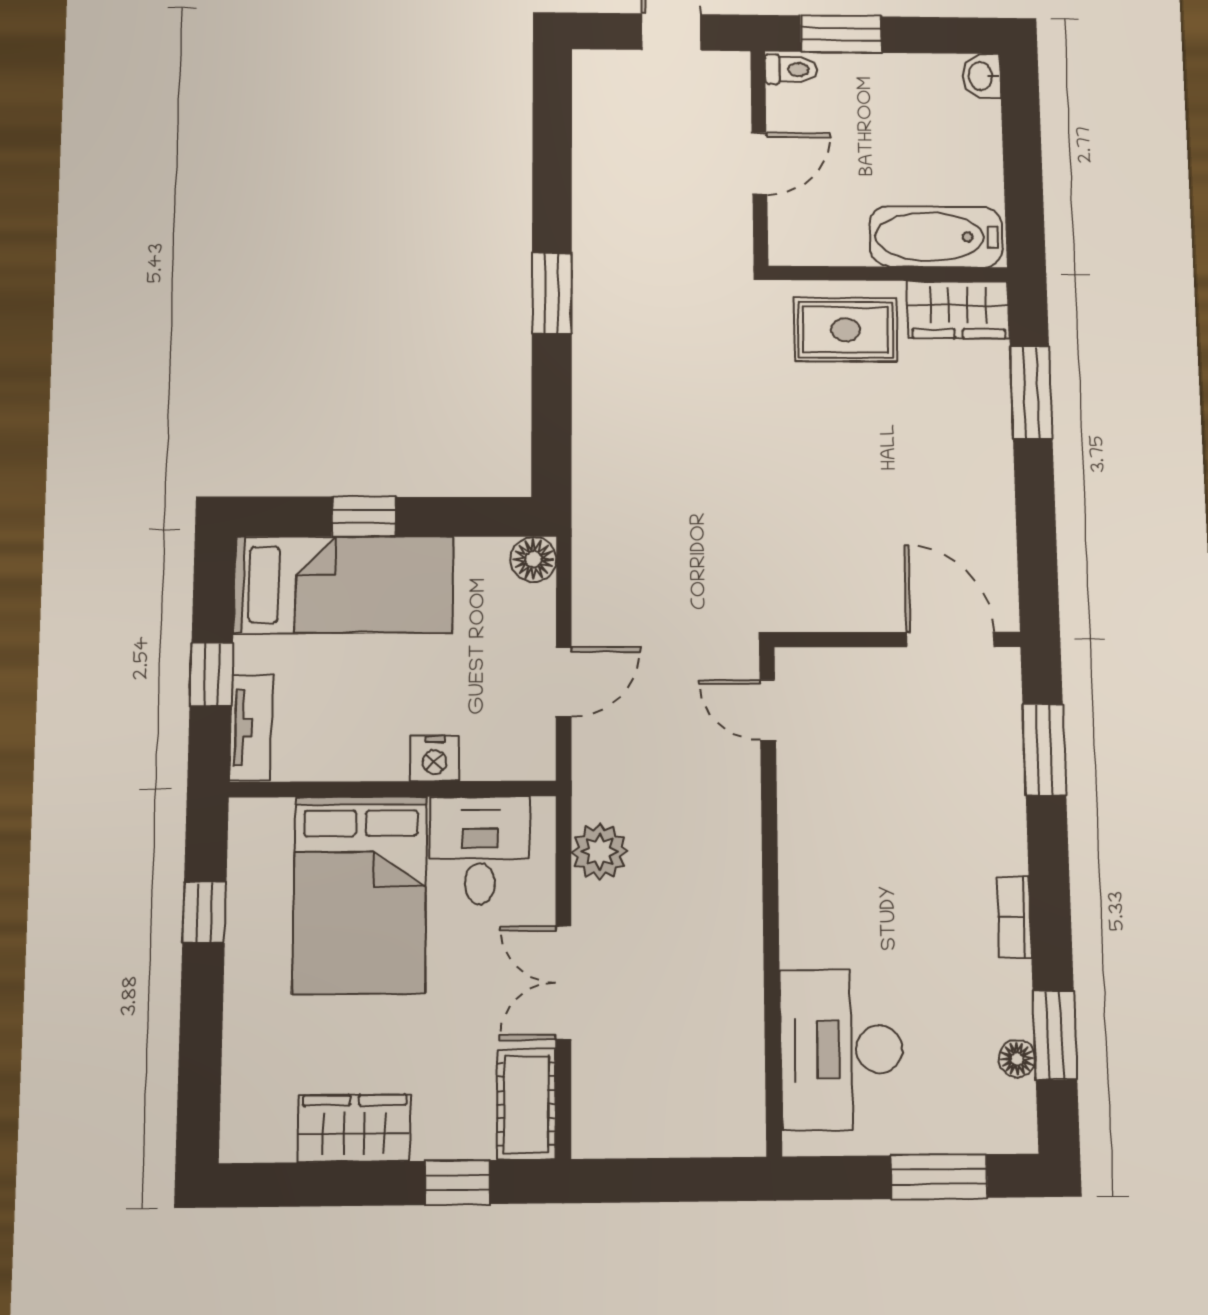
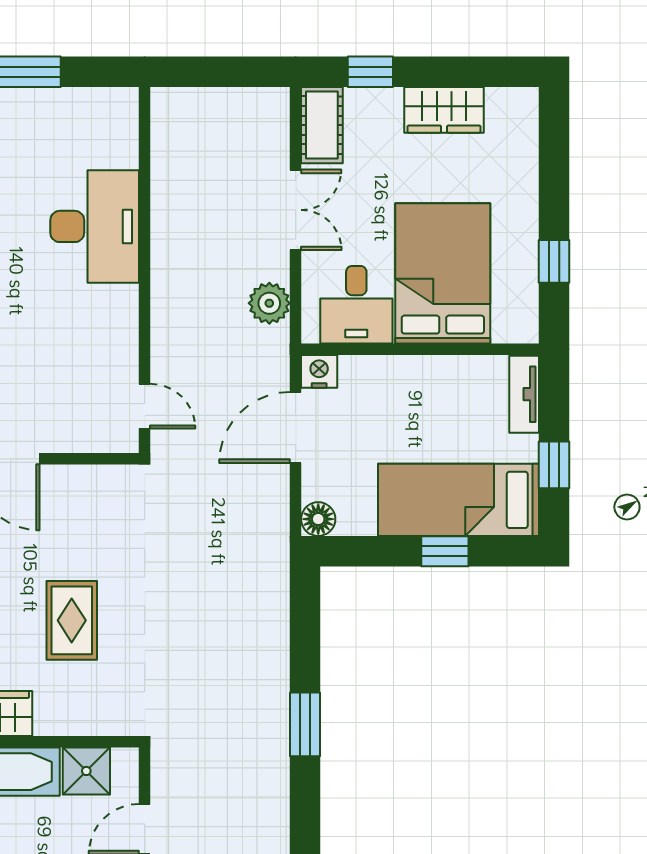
shower: (836, 237) -> (86, 771), added
rug: (846, 330) -> (72, 620), moved, turned 90
window: (211, 675) -> (554, 465), moved
door: (564, 682) -> (296, 427), width x1.38
nightstand: (435, 758) -> (319, 371), moved
desk: (842, 1050) -> (95, 226), moved

